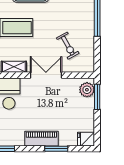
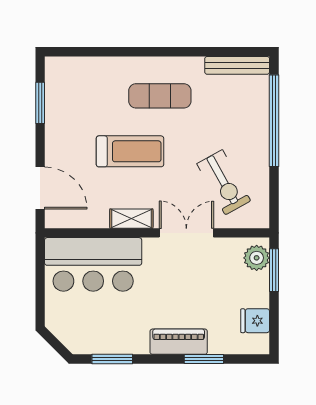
exercise bike: (68, 46) -> (224, 182), width x1.38, depth x1.39
fridge: (86, 139) -> (255, 321), moved

